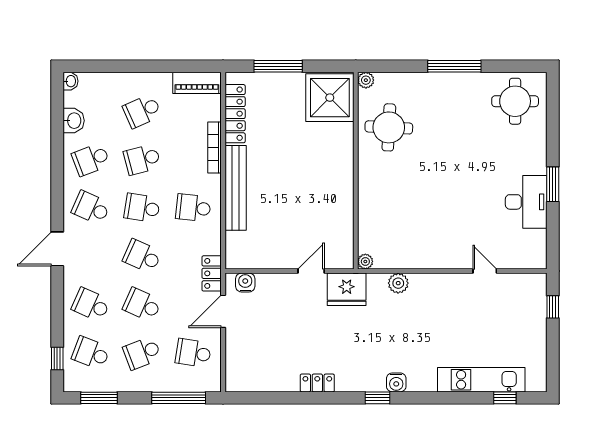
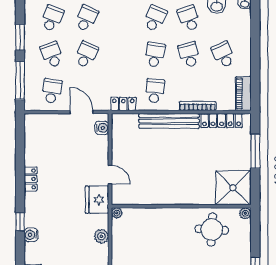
school desk: (142, 256) -> (121, 55), removed
locker: (212, 273) -> (123, 104), moved
window: (99, 398) -> (20, 37), moved

